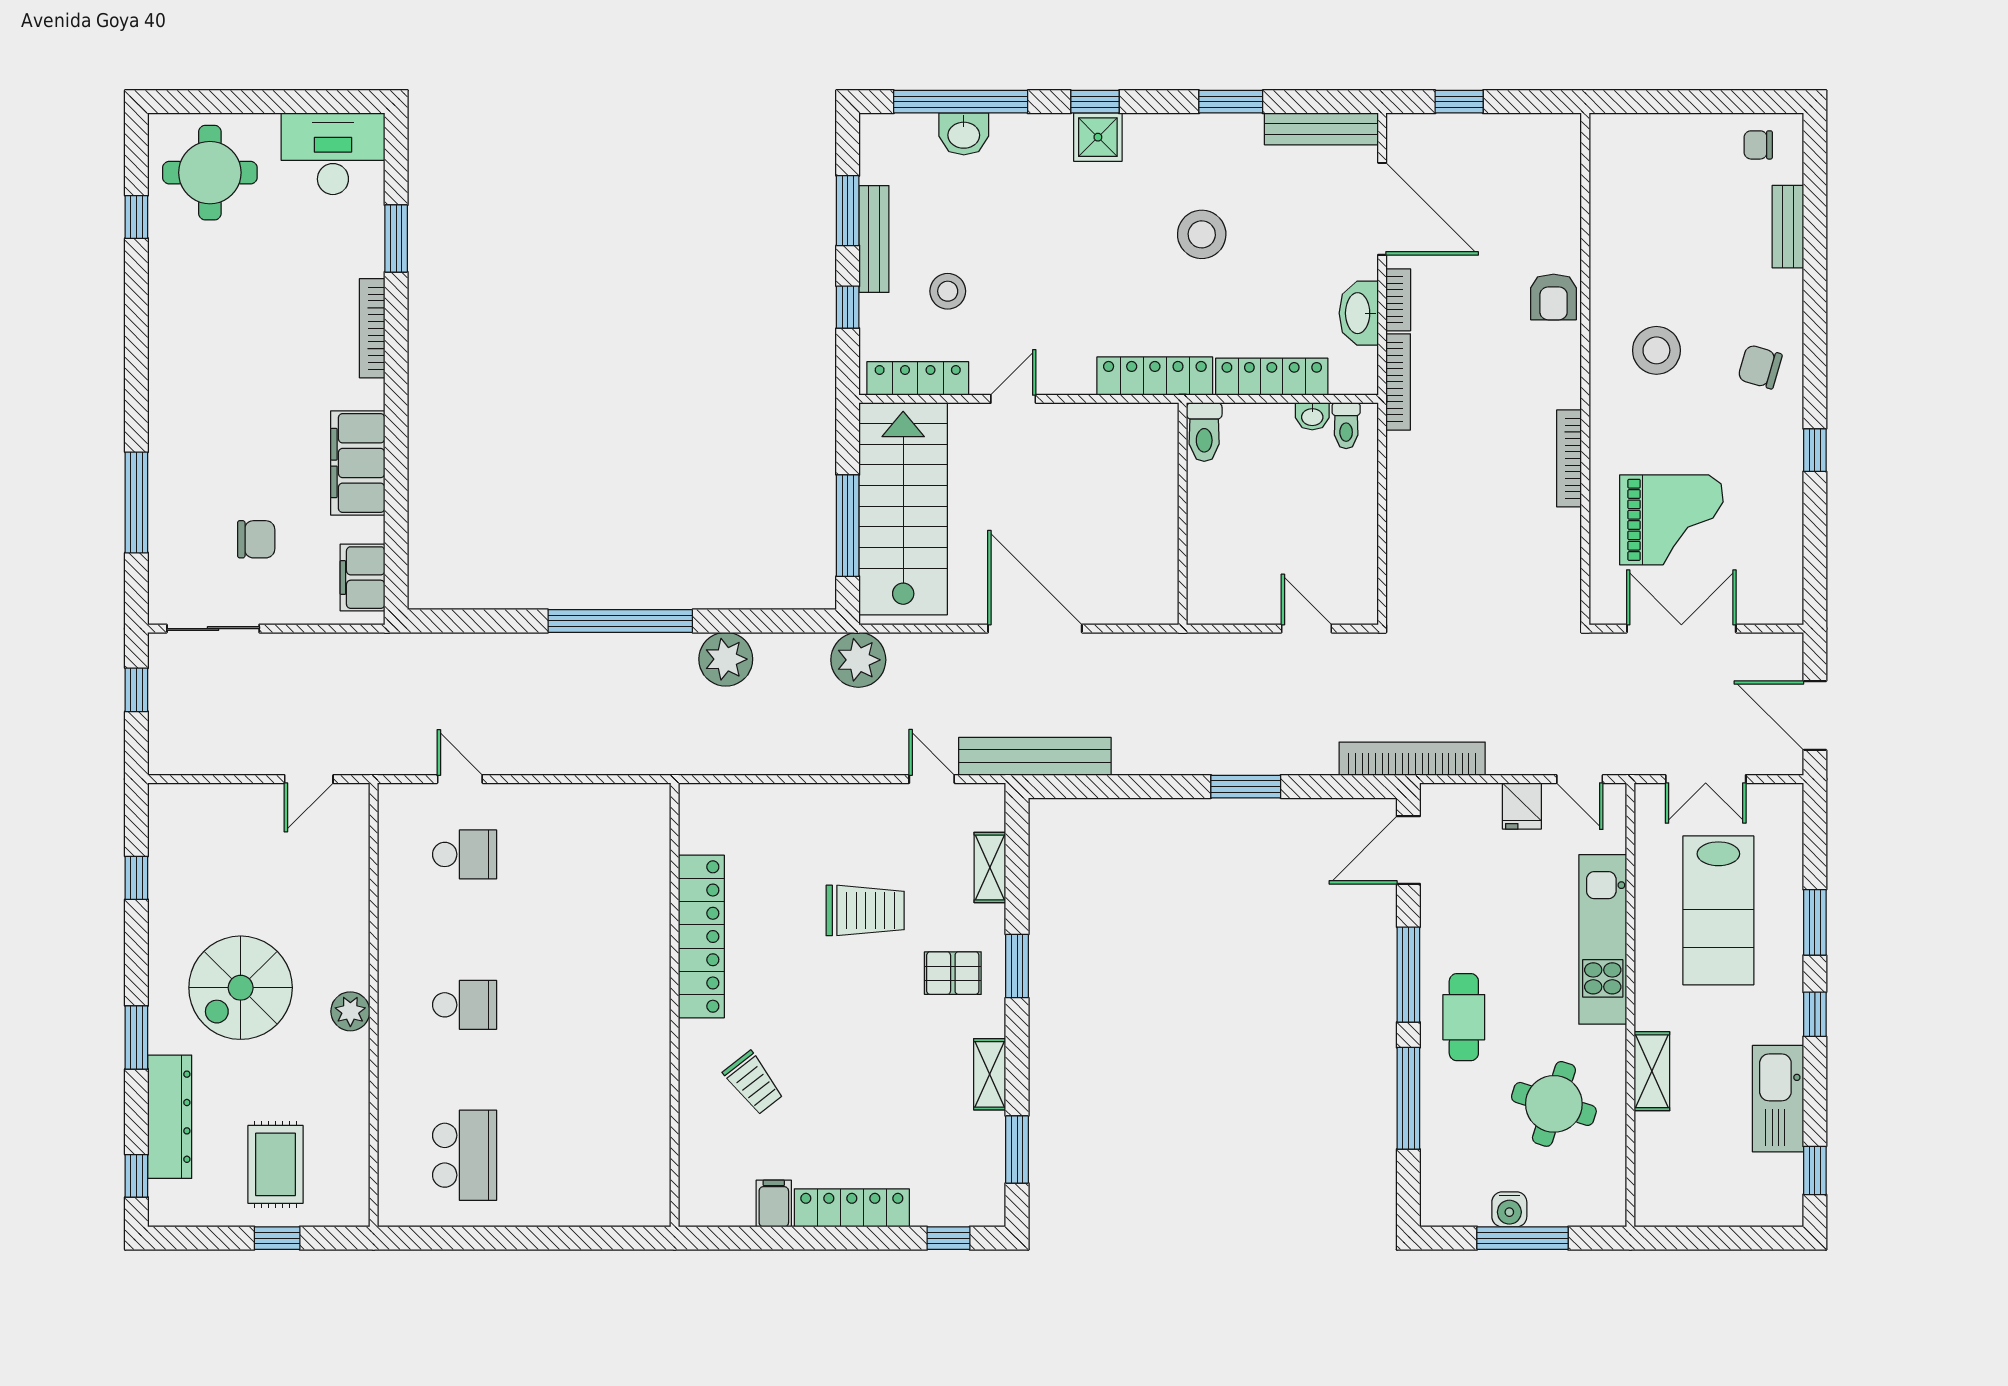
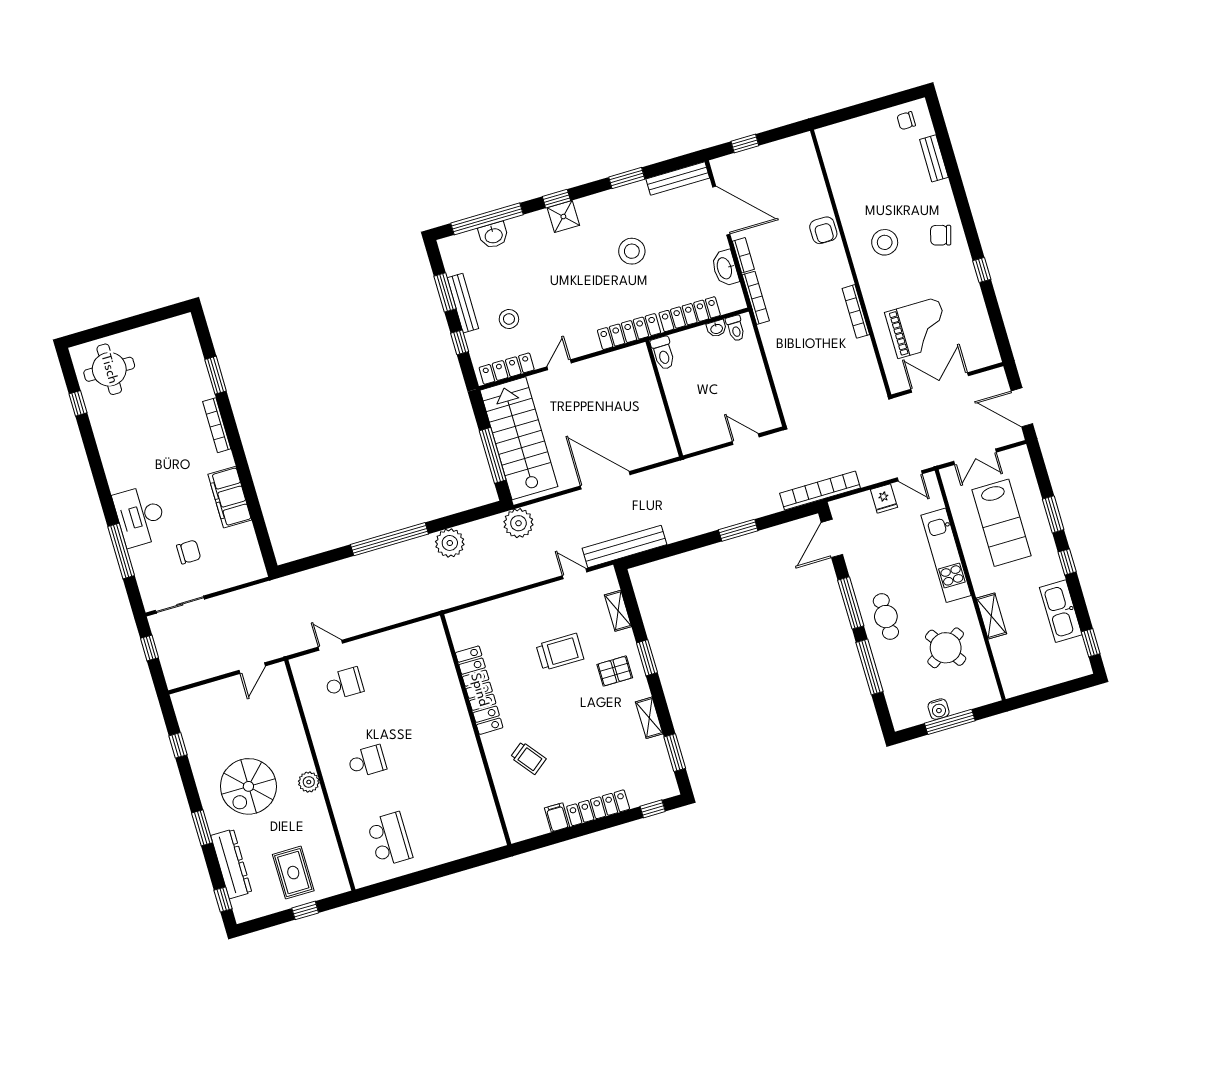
desk: (333, 154) -> (140, 516), moved, turned -90
filing cabinet: (363, 578) -> (249, 556), removed
round table: (1554, 1104) -> (946, 648), turned 38

